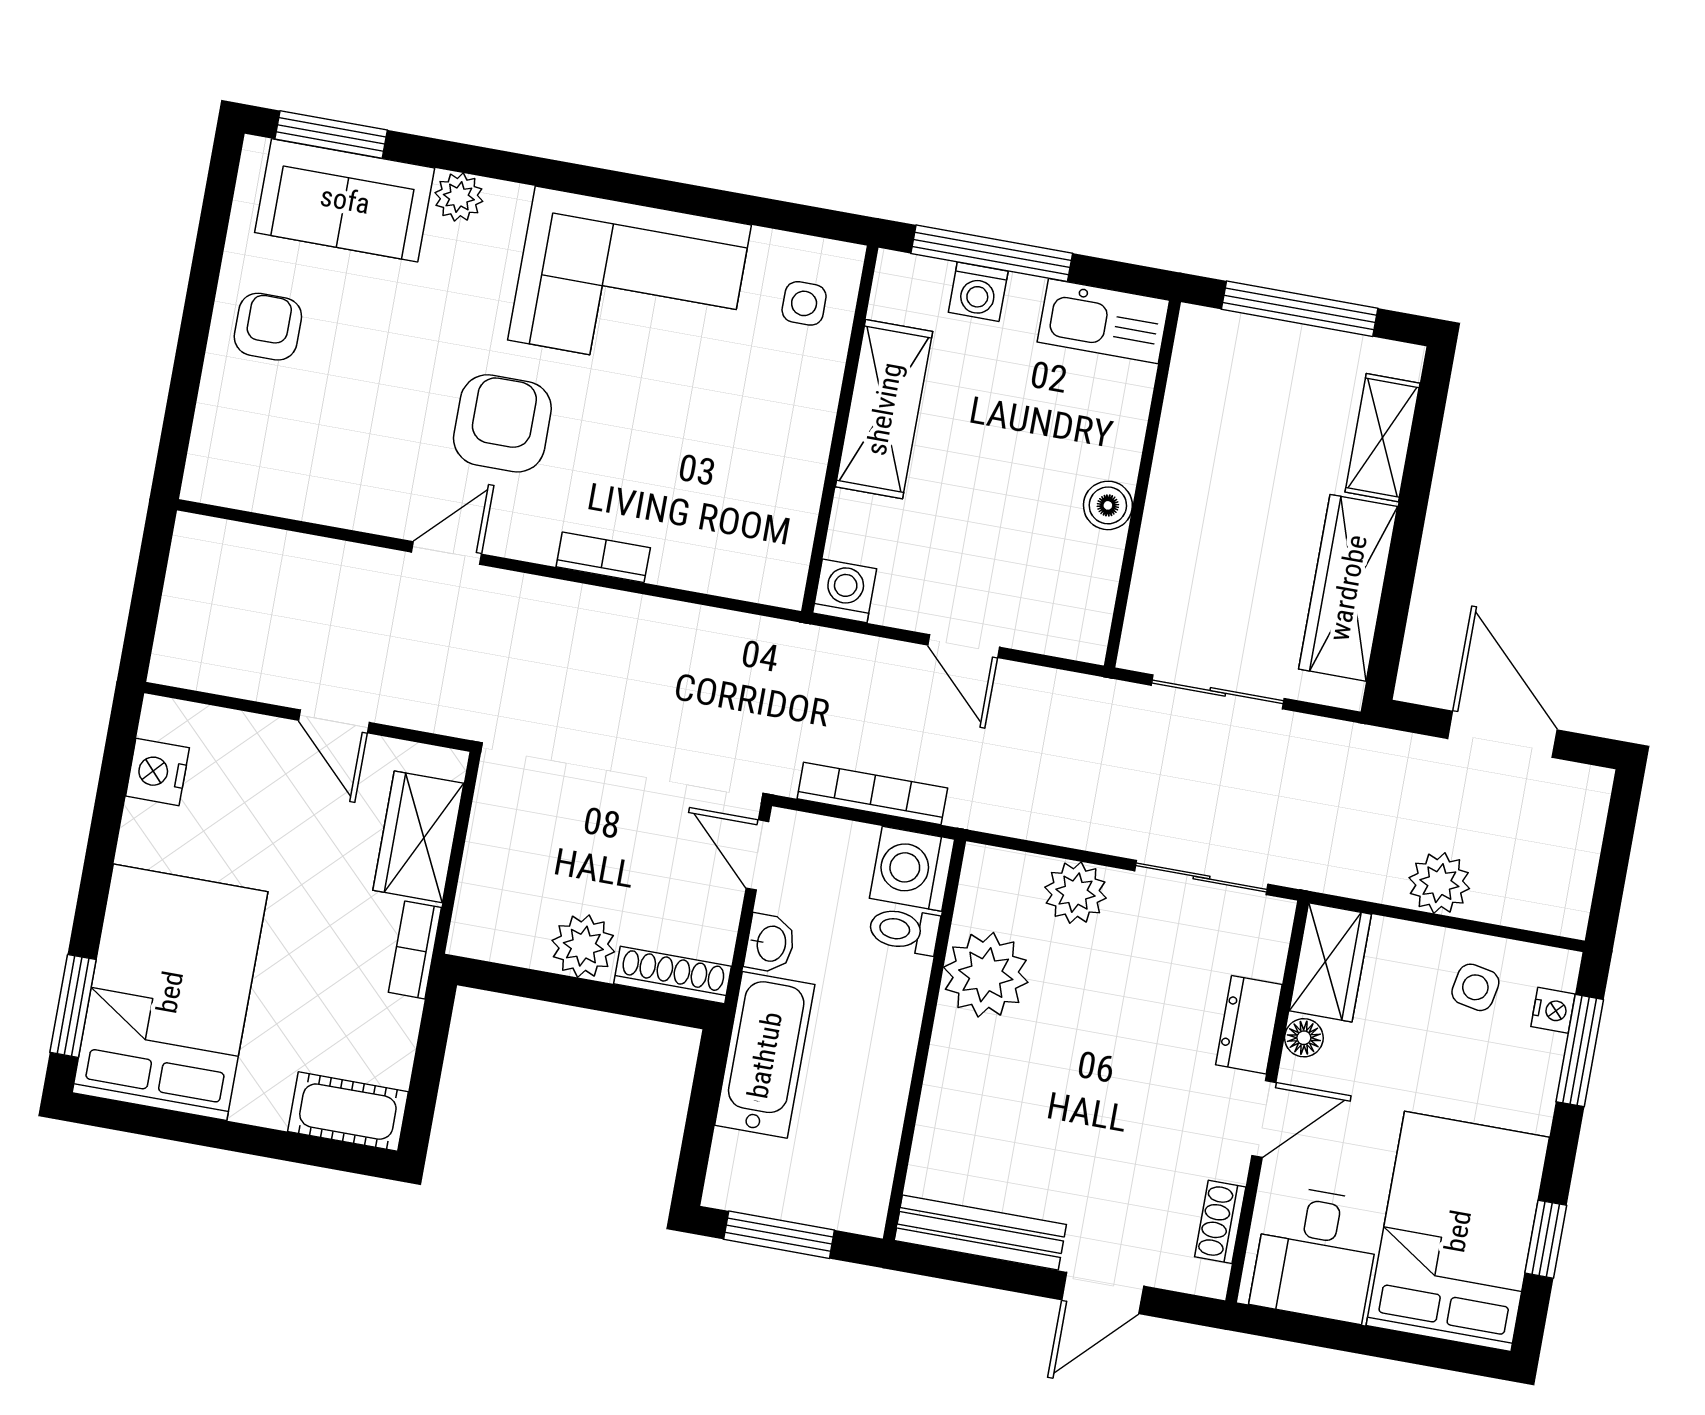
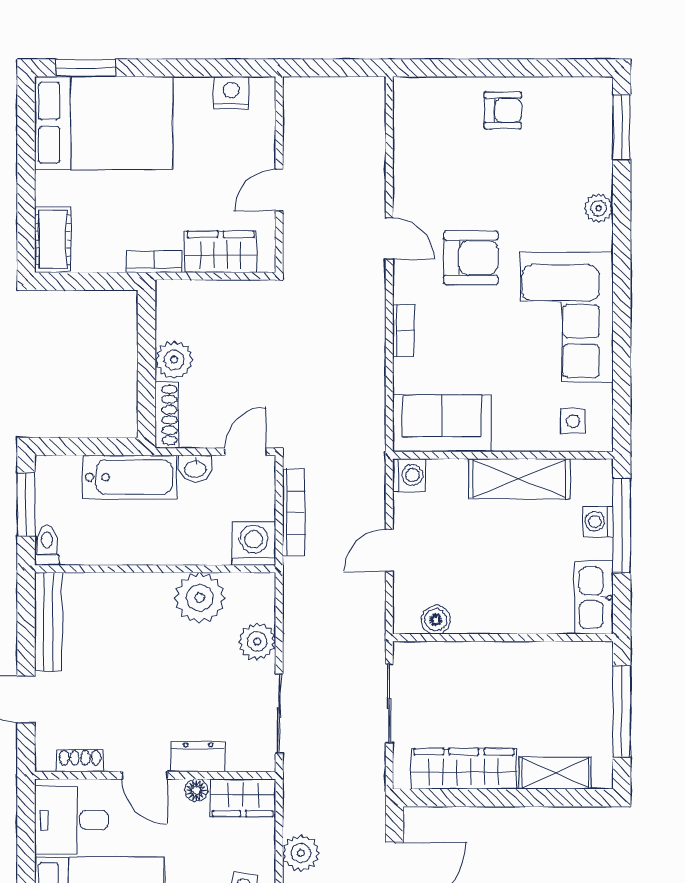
sofa: (345, 200) -> (442, 423), moved, turned 90
boiler: (1108, 505) -> (436, 620), moved
toilet: (904, 930) -> (47, 545), moved

